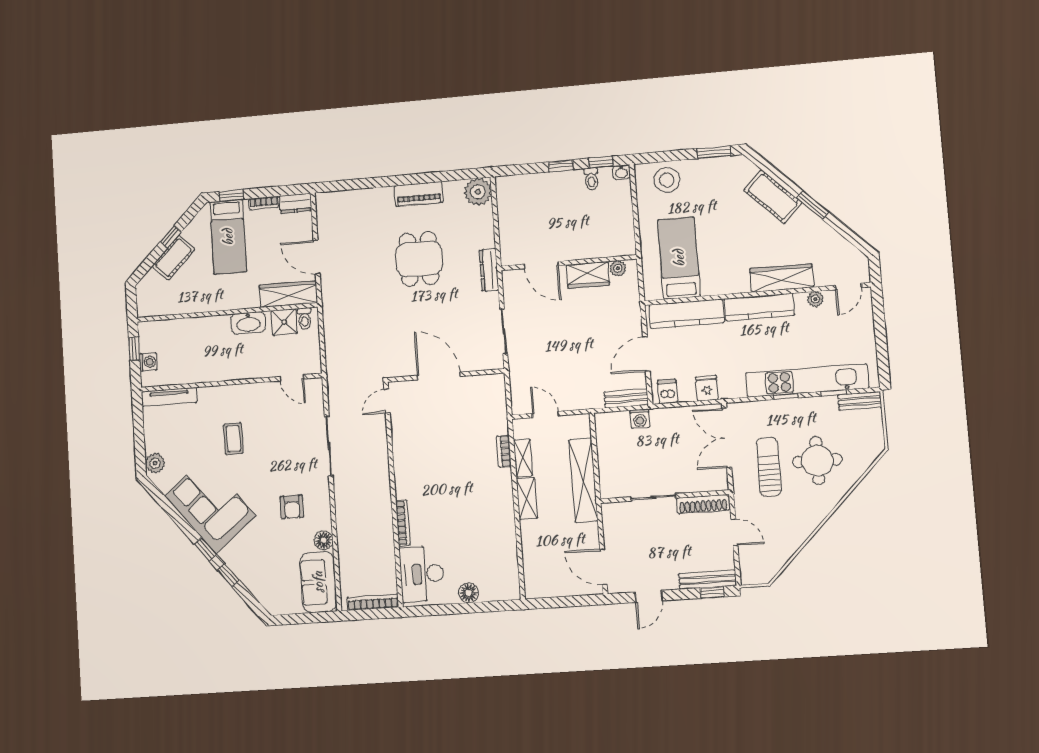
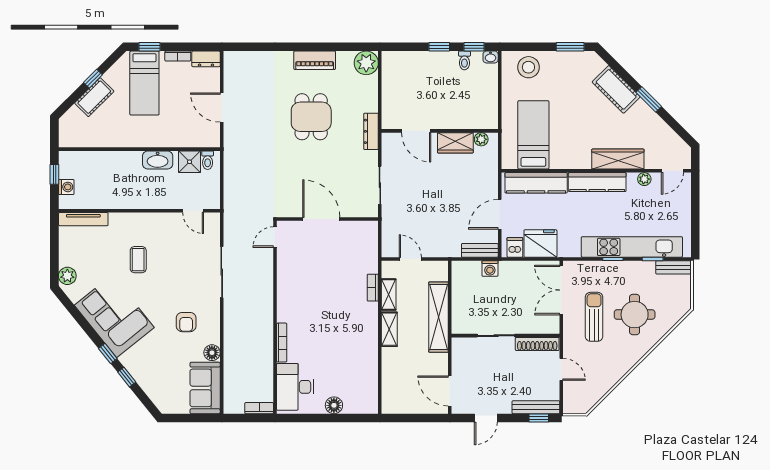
wardrobe: (288, 294) -> (195, 138), removed
fridge: (707, 388) -> (540, 244), width x1.88, depth x1.34
bookcase: (373, 602) -> (259, 408), width x0.64

